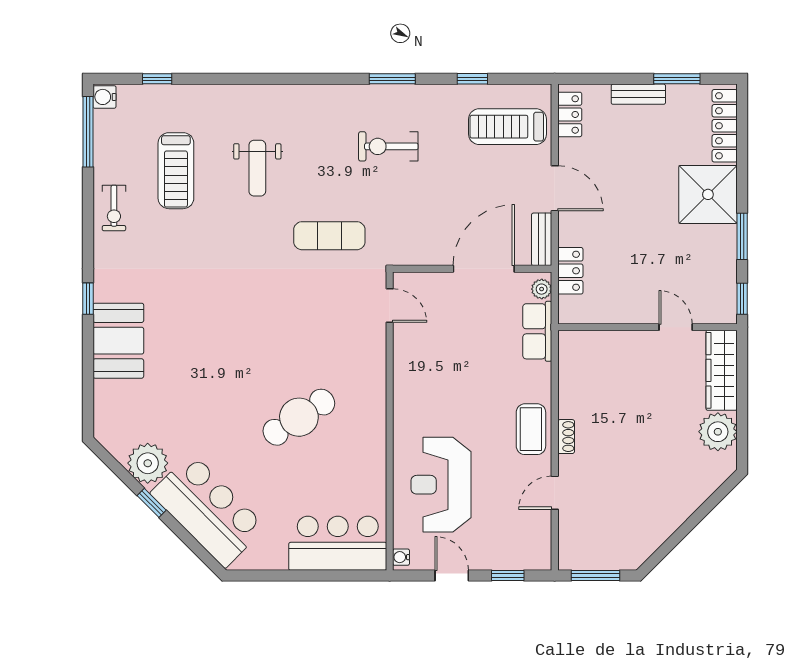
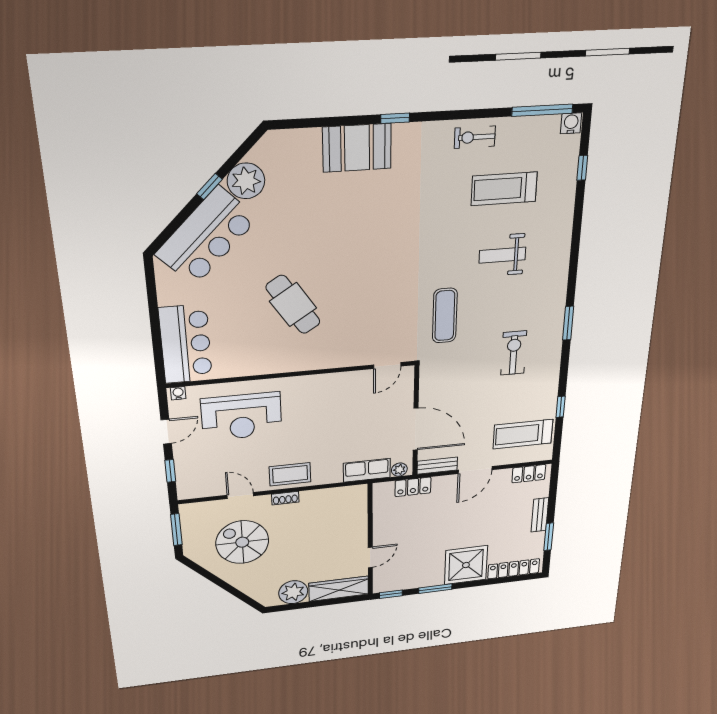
window: (392, 79) -> (568, 323), moved
treadmill: (508, 127) -> (523, 434), turned -90
reception desk: (441, 485) -> (242, 416), turned 180
spiral stairs: (627, 494) -> (242, 542), added

